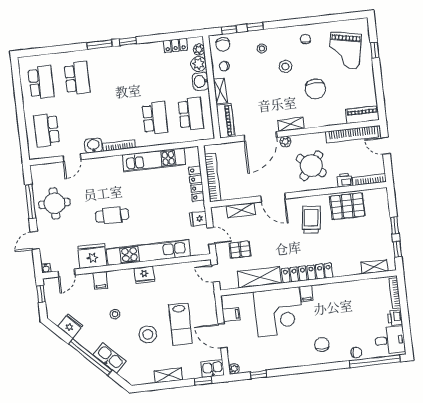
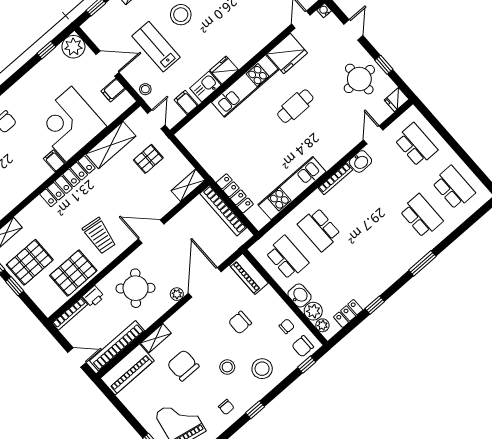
window: (255, 27) -> (255, 410), moved
window: (128, 41) -> (375, 305), moved
chair: (223, 45) -> (303, 346), turned -90
stool: (262, 49) -> (262, 369), width x1.89, depth x1.89
school desk: (77, 78) -> (421, 216), turned 180
school desk: (41, 82) -> (454, 188), turned 180
shelving: (220, 91) -> (274, 299), removed
chair: (255, 91) -> (240, 323), added
school desk: (191, 114) -> (287, 258), turned 180
piano: (362, 115) -> (127, 369), width x1.37, depth x1.33
shelving: (291, 124) -> (156, 338), moved
window: (30, 201) -> (384, 65), width x0.46
shelving: (241, 210) -> (188, 185), moved
fridge: (198, 219) -> (397, 100), moved, turned 180
pallet: (372, 235) -> (30, 262), added
door: (211, 236) -> (186, 153), removed
kitchen unit: (148, 252) -> (245, 86), width x0.73
door: (215, 273) -> (156, 119), hinge flipped
filing cabinet: (100, 280) -> (186, 102), moved
stool: (115, 314) -> (145, 89), moved
kitchen sink: (213, 368) -> (205, 87), moved, turned 180
plant: (234, 369) -> (73, 47), width x1.88, depth x1.88

